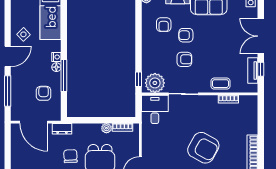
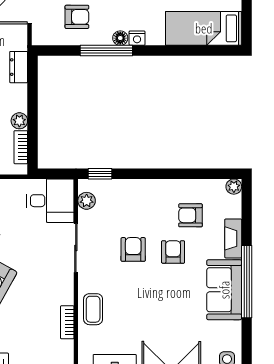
armchair: (184, 59) -> (133, 249), turned 180
plant: (155, 83) -> (87, 201), width x0.53, depth x0.53
dresser: (62, 129) -> (19, 67), moved

